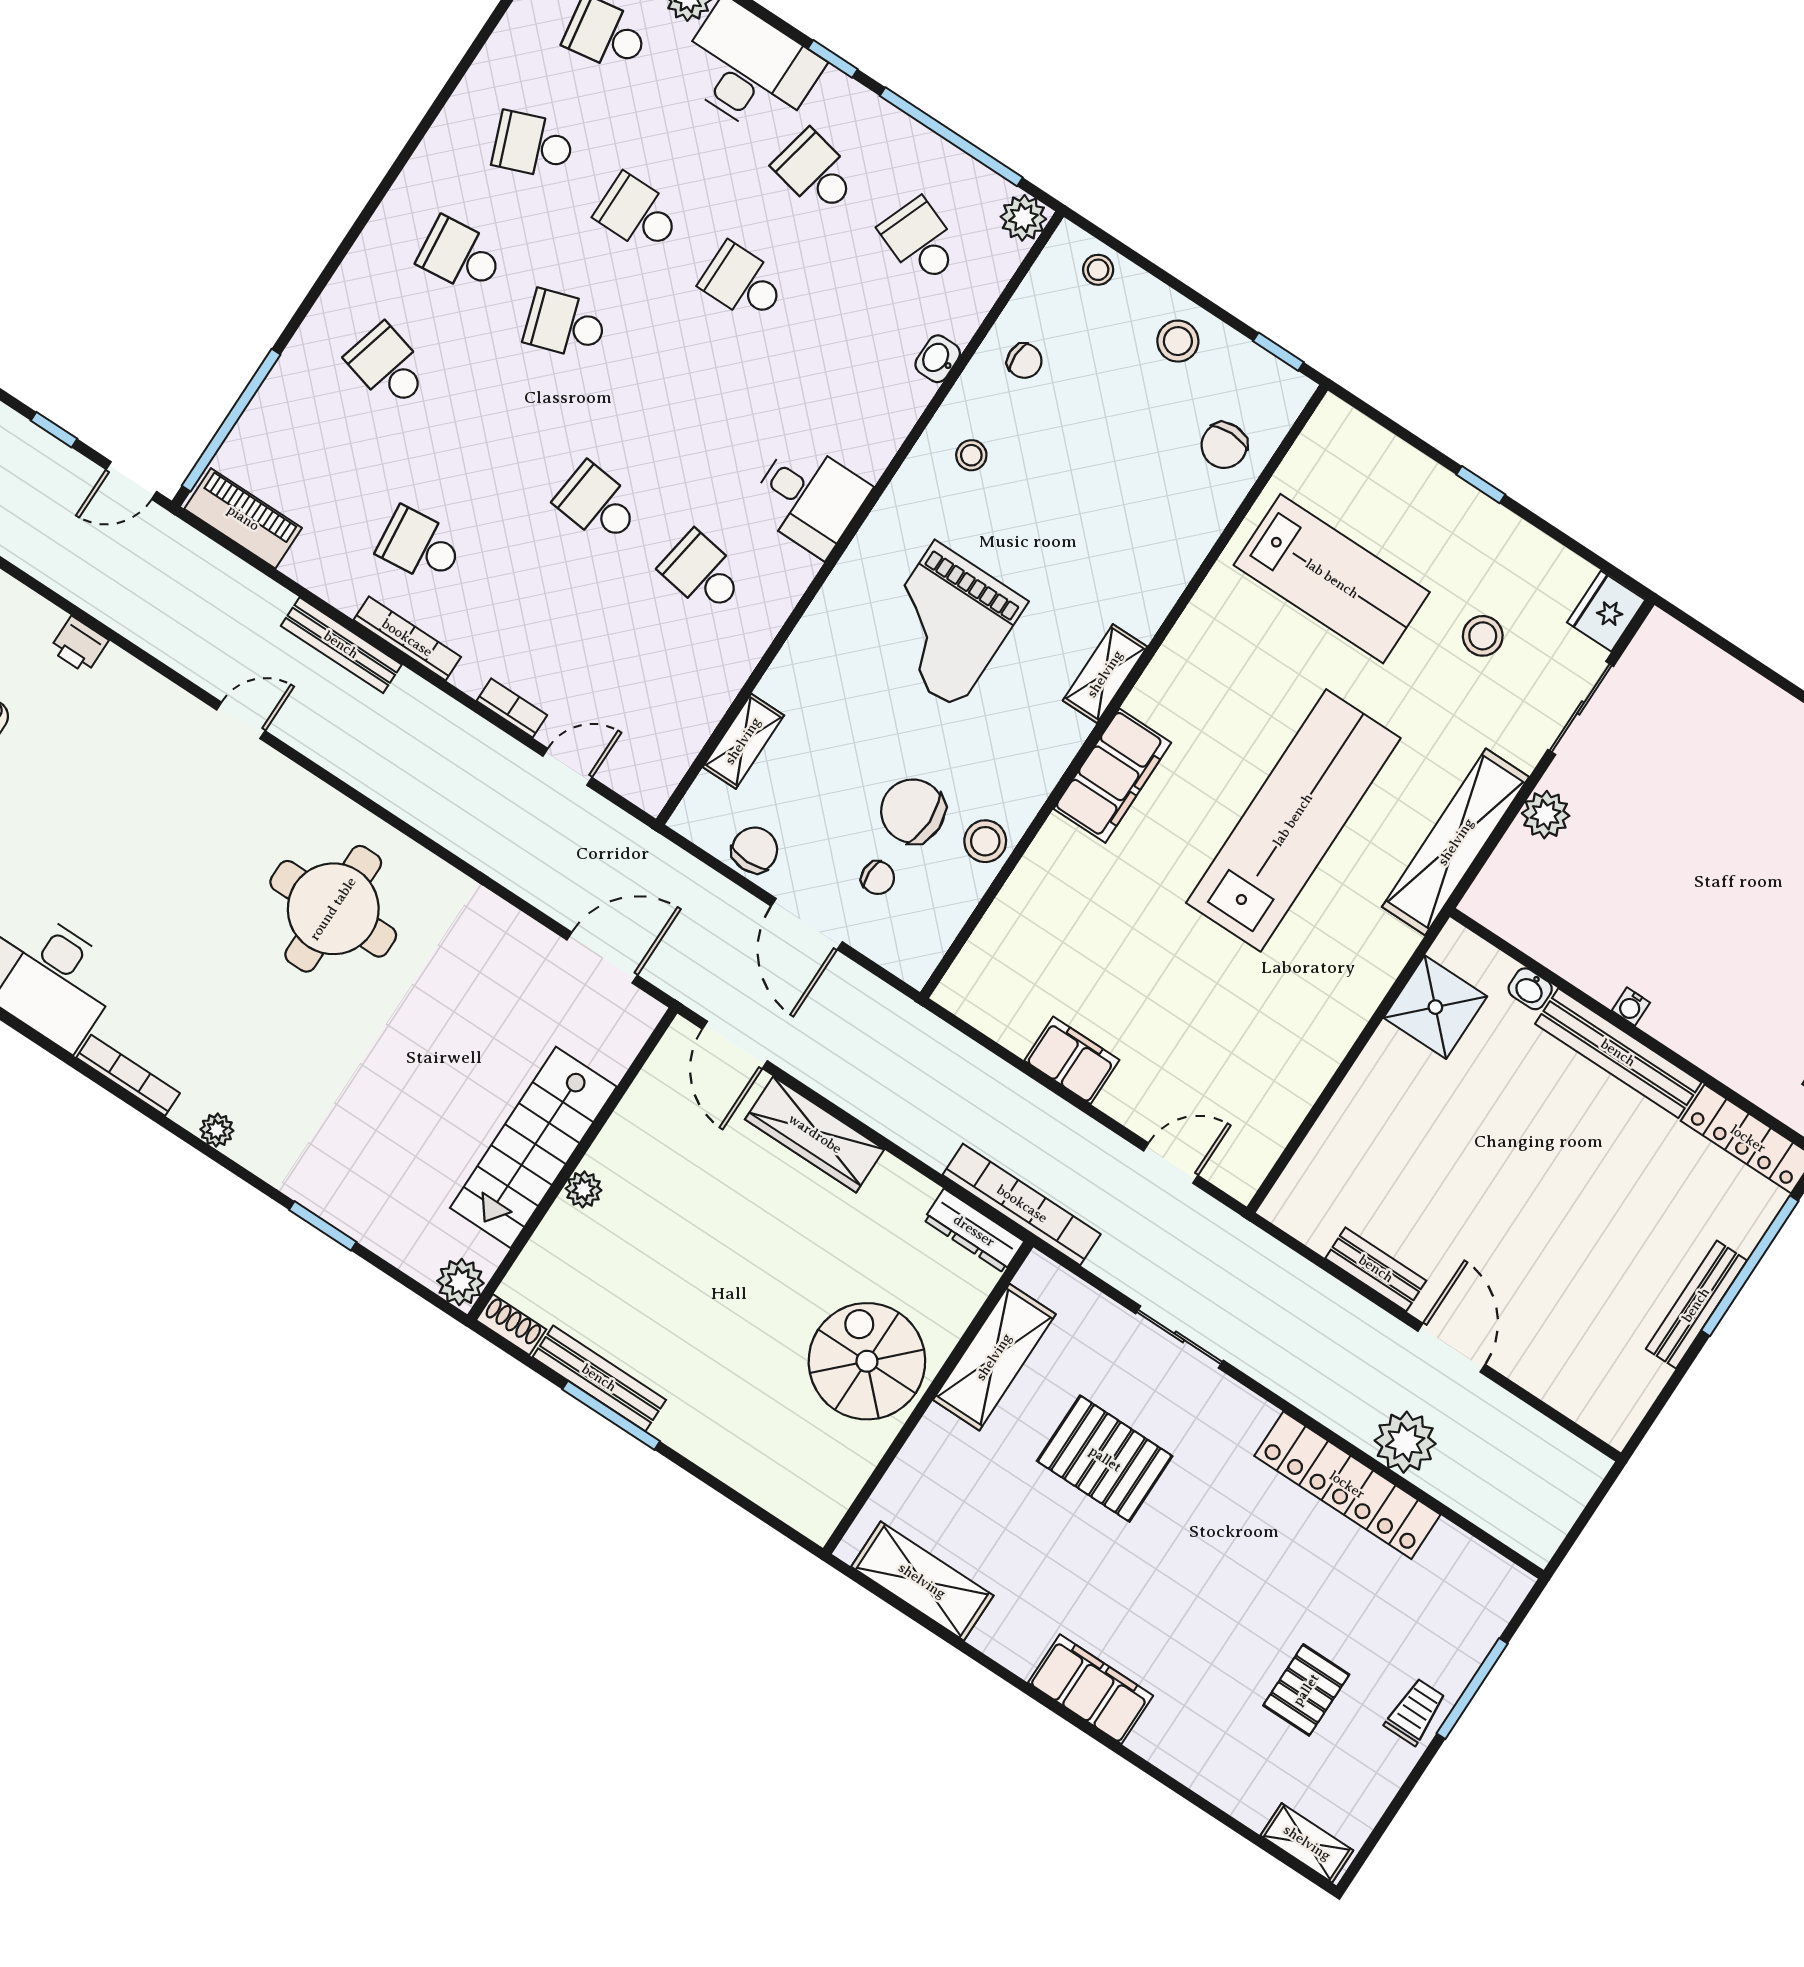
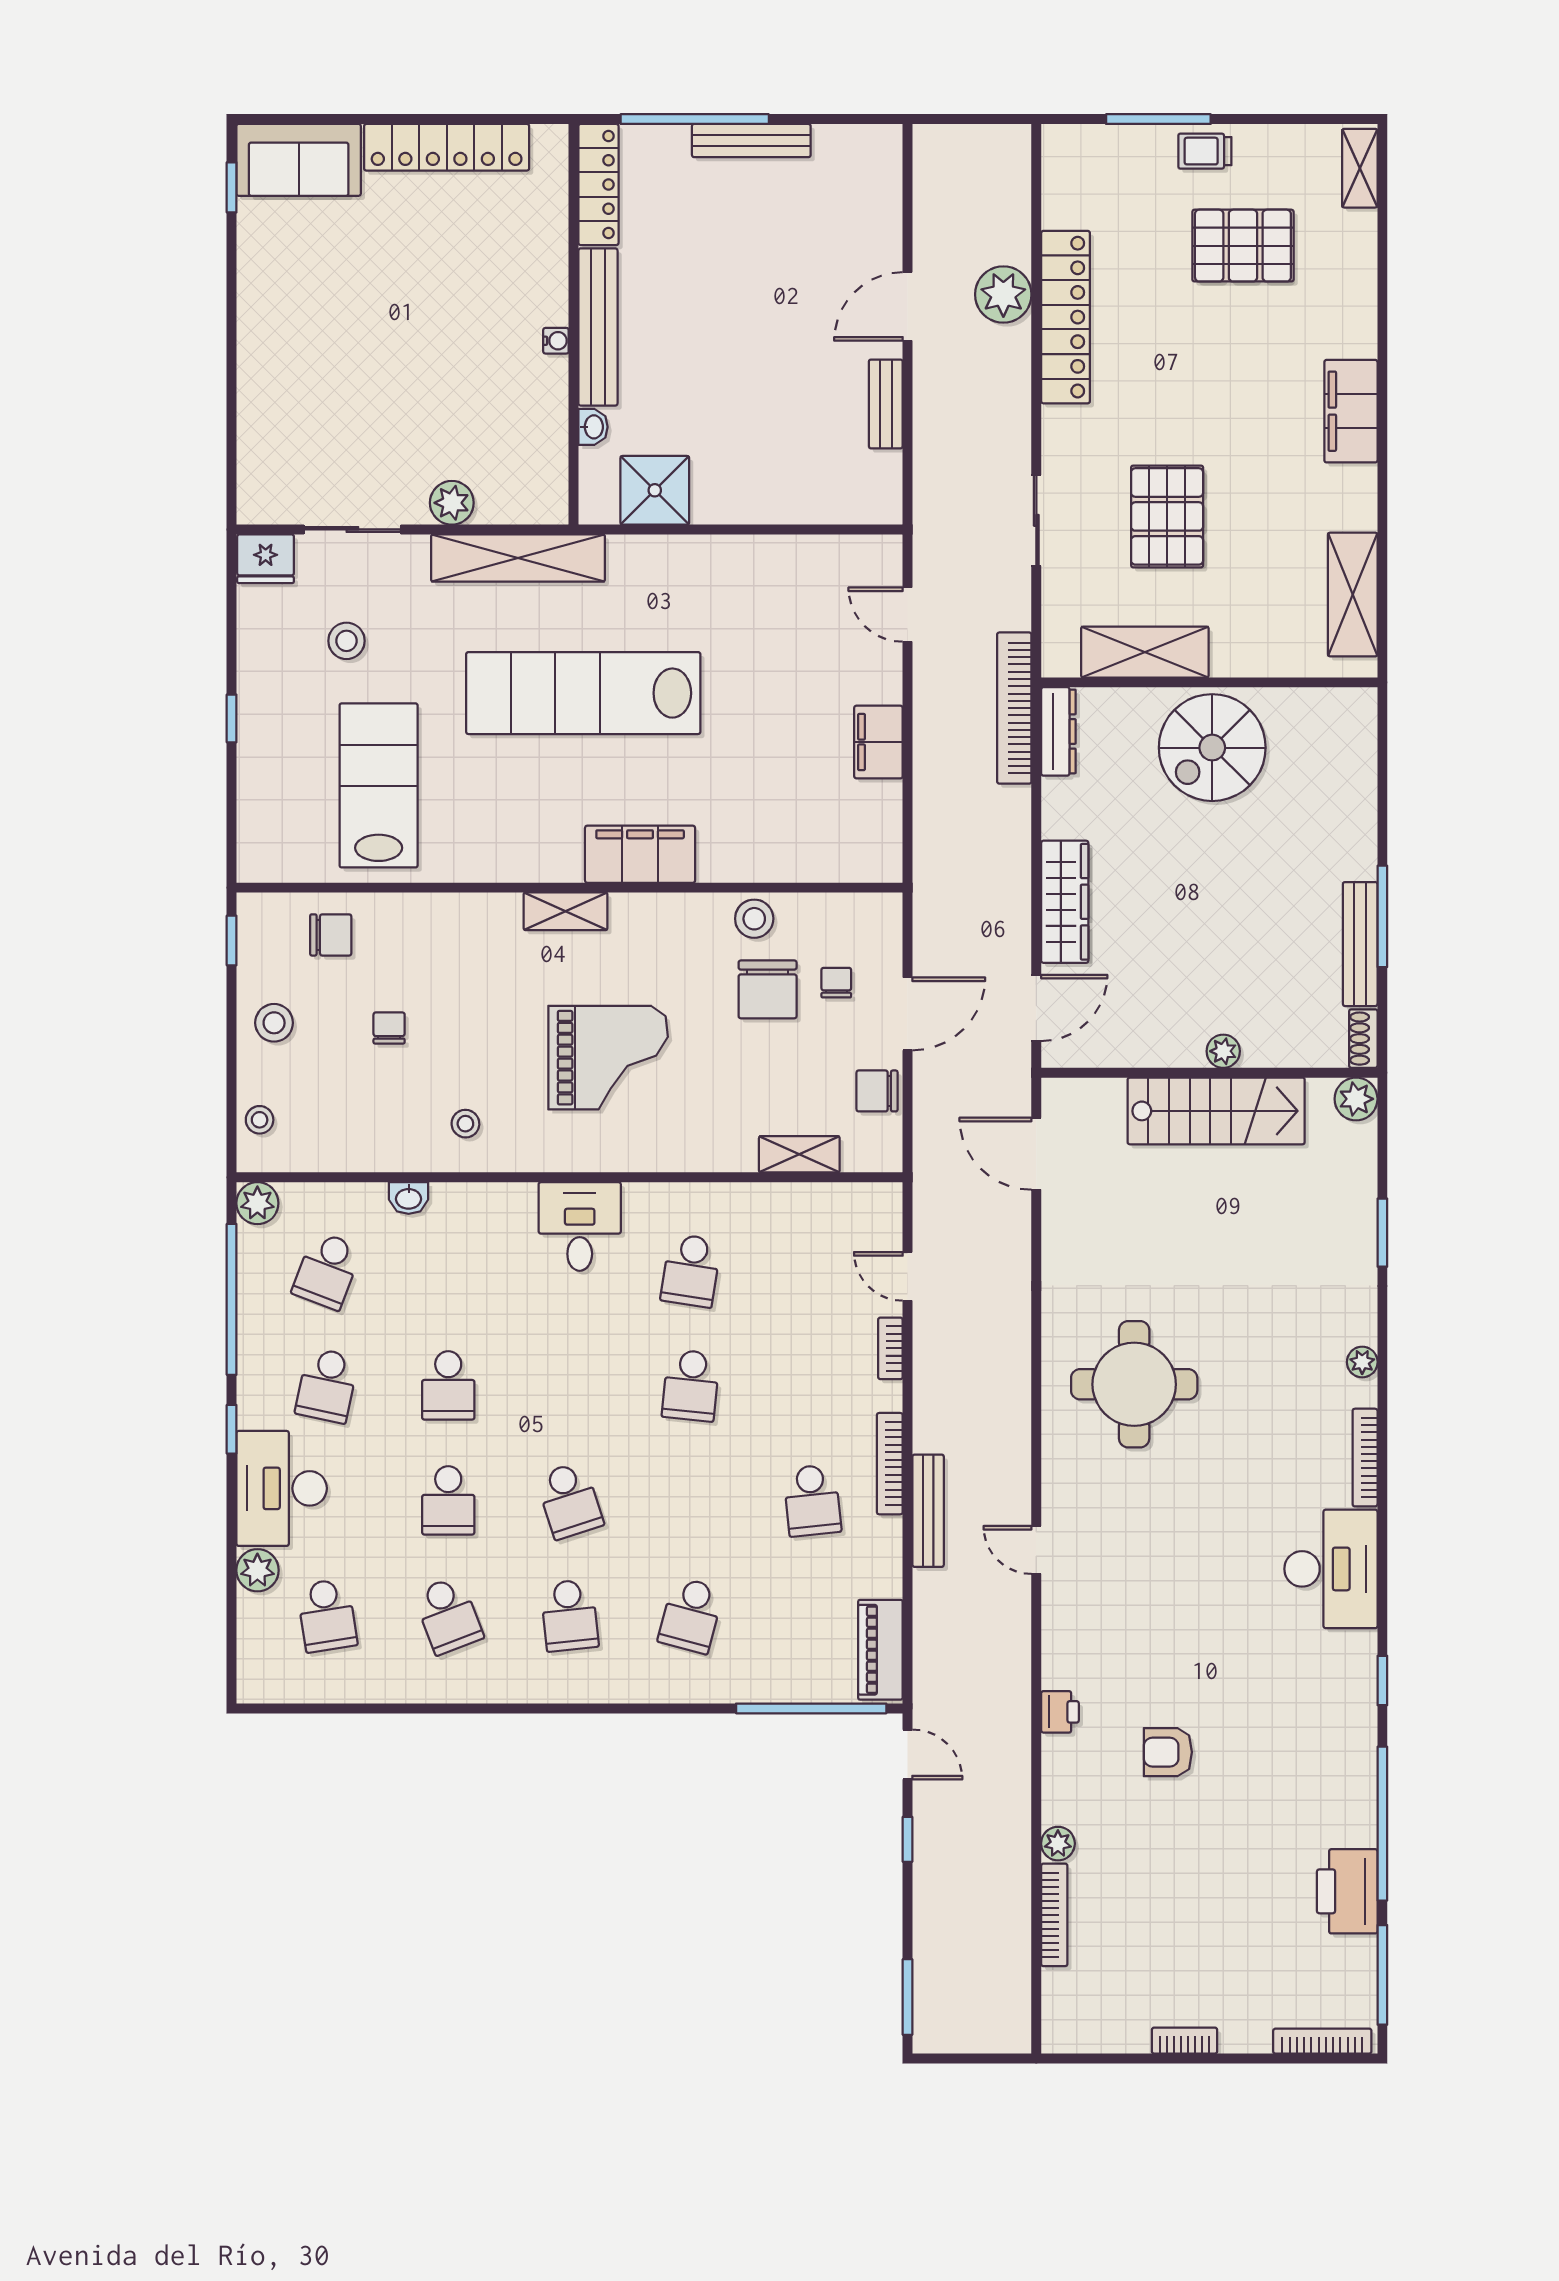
chair: (1024, 361) -> (389, 1028), moved
pallet: (1306, 1690) -> (1243, 246), width x1.50, depth x1.42

